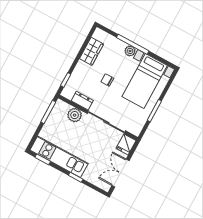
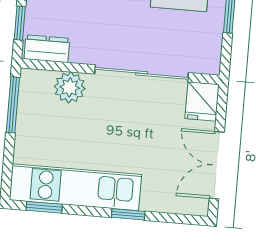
dresser: (82, 101) -> (47, 49), moved

